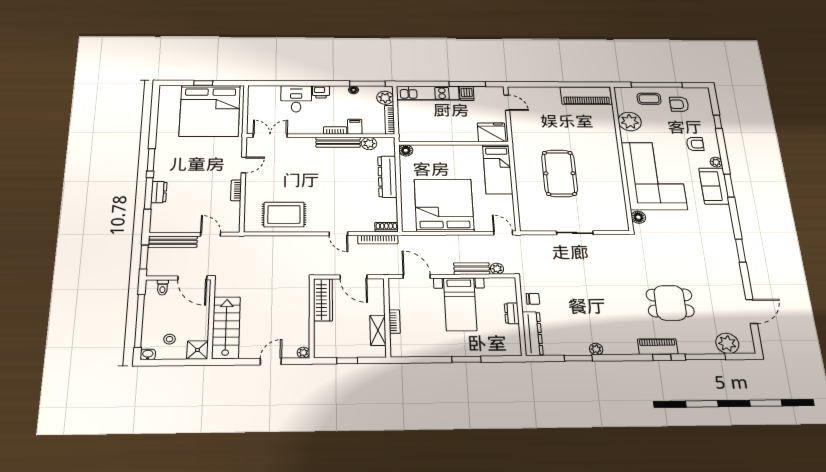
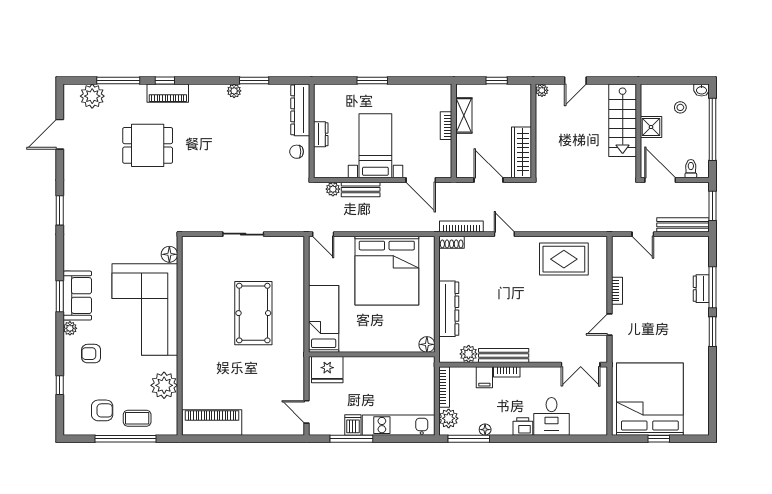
shower: (198, 350) -> (651, 127), moved

